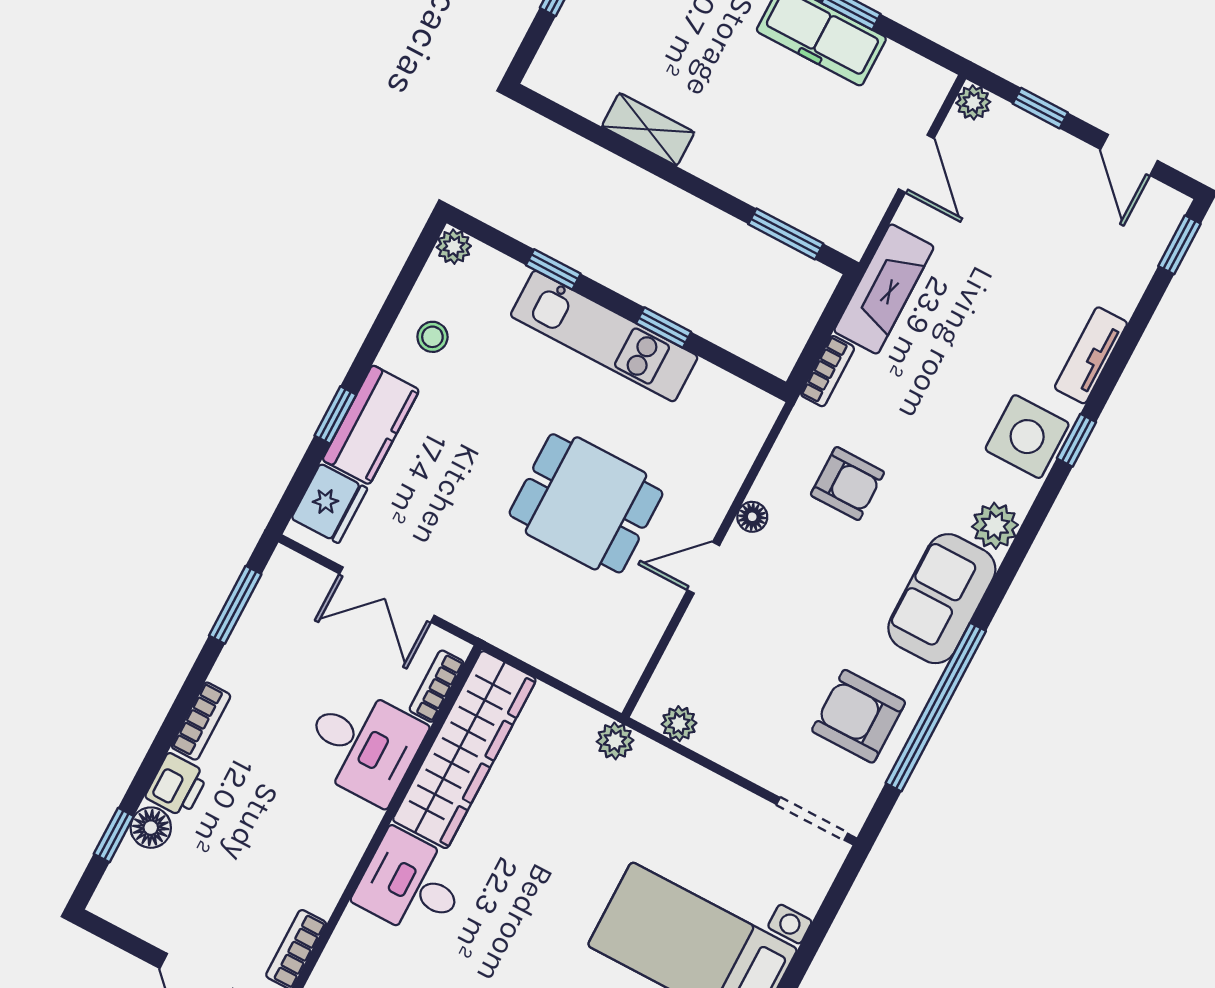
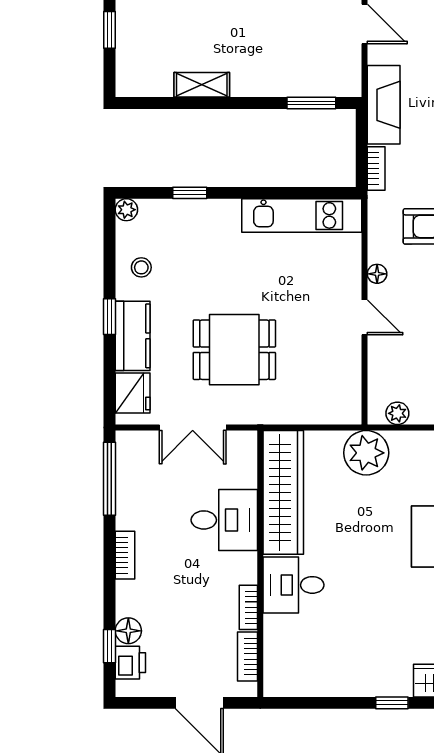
window: (664, 328) -> (270, 193), removed
kitchen unit: (604, 336) -> (302, 215), moved
window: (335, 415) -> (110, 317), moved
dining table: (586, 503) -> (234, 350), moved
door: (703, 568) -> (365, 317), swing flipped
window: (235, 605) -> (110, 479), width x1.44
bookcase: (437, 686) -> (248, 607), moved
plant: (615, 741) -> (366, 453), width x1.88, depth x1.88
printer: (177, 785) -> (130, 663), moved

